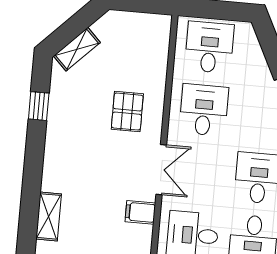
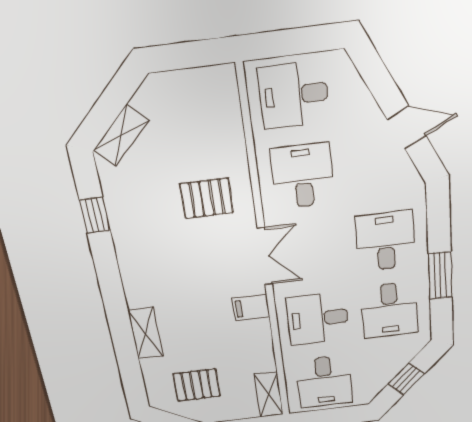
desk: (209, 47) -> (294, 95), turned -90
pallet: (127, 112) -> (207, 198), turned 90

